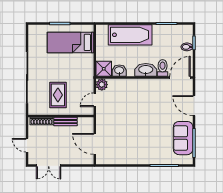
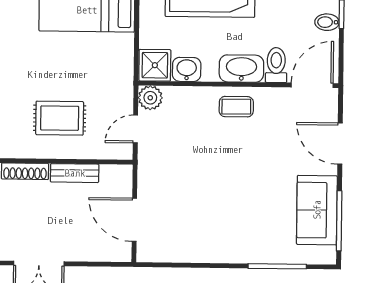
coffee table: (143, 88) -> (236, 107), added
rug: (58, 95) -> (60, 118), turned 90

